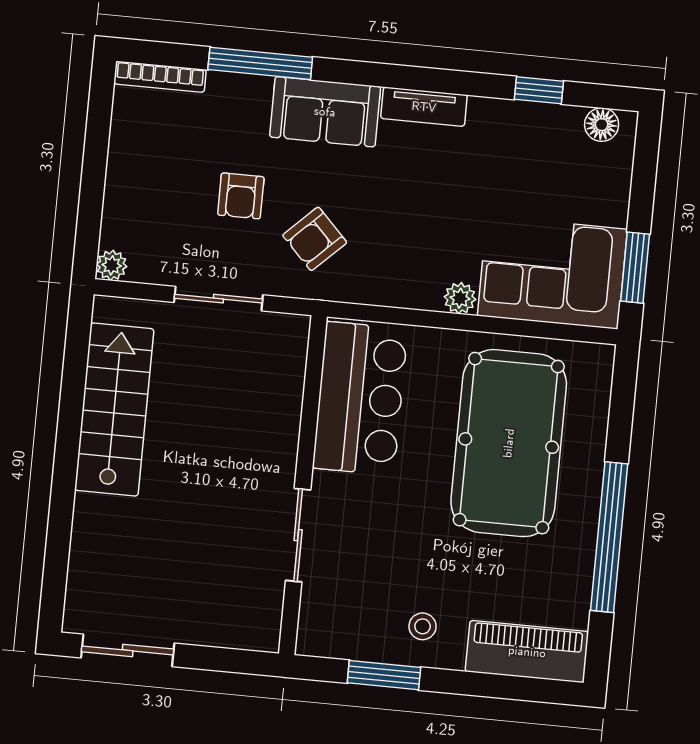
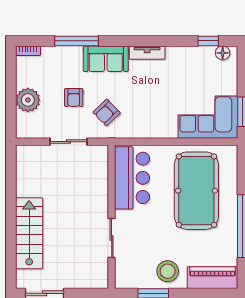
bookcase: (160, 77) -> (28, 51), width x0.64
window: (539, 90) -> (208, 41), moved
plant: (112, 265) -> (28, 100), moved, width x1.88, depth x1.88
plant: (460, 298) -> (170, 132), removed
stairs: (114, 410) -> (29, 233), moved
stool: (423, 626) -> (168, 271), width x1.89, depth x1.89

